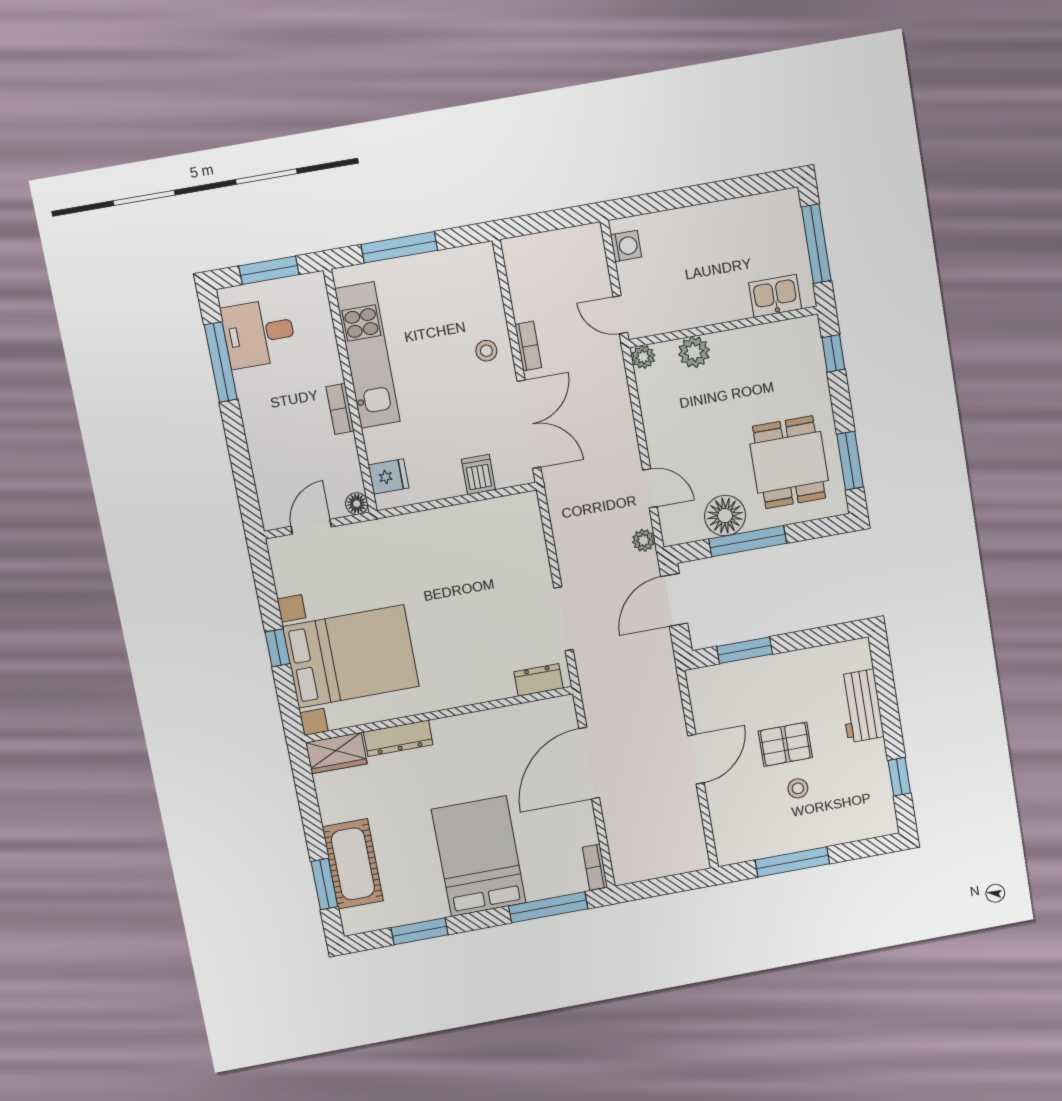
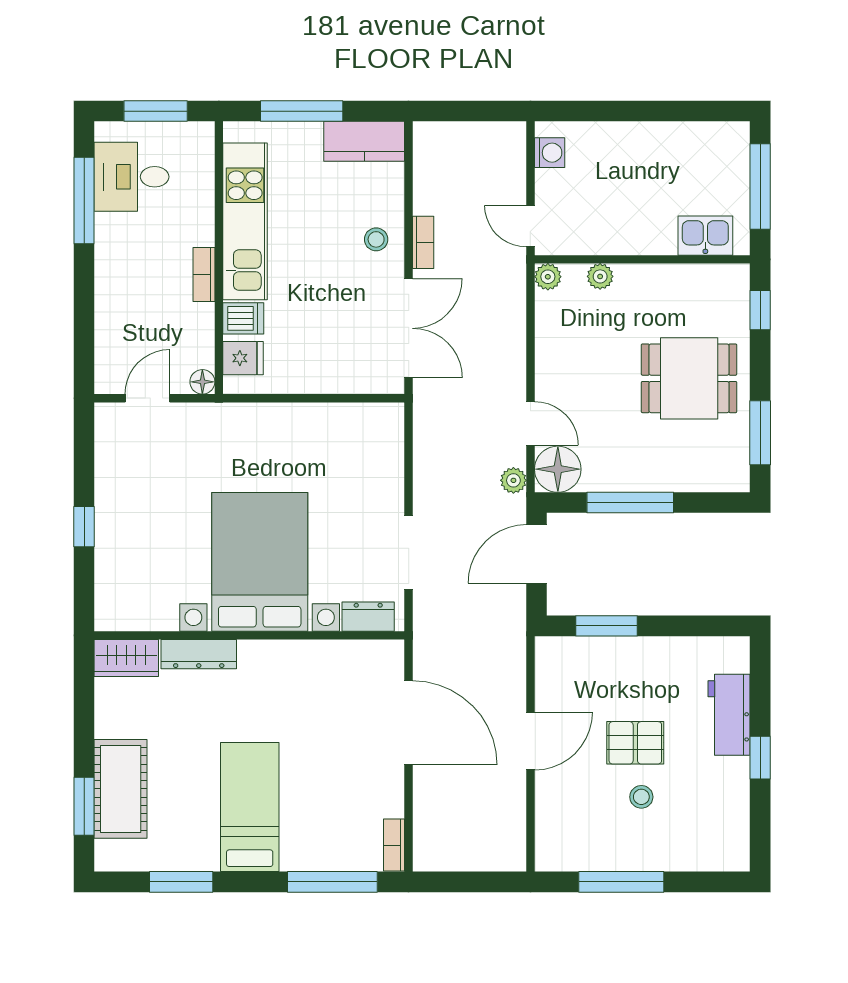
kitchen counter: (460, 265) -> (364, 141), added
plant: (694, 352) -> (600, 276), width x0.73, depth x0.73
dining table: (789, 462) -> (689, 378), moved, turned 90
dishwasher: (478, 475) -> (243, 318), moved, turned 90
floor lamp: (725, 516) -> (558, 469), moved
bed with nightstands: (351, 657) -> (260, 562), moved, turned -90
door: (589, 763) -> (409, 723), swing flipped
window: (899, 777) -> (760, 758), moved
bed: (479, 856) -> (250, 807), width x0.67

